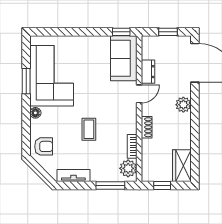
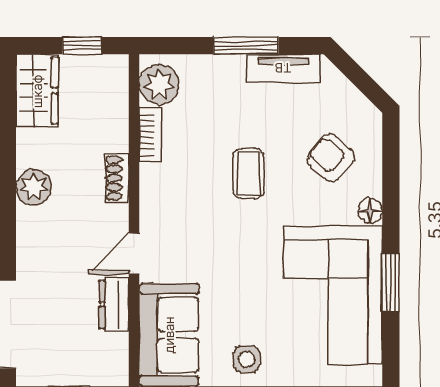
side table: (90, 47) -> (247, 359), added
plant: (183, 105) -> (34, 187), moved
armchair: (44, 146) -> (331, 158), moved, turned 41
window: (110, 185) -> (246, 46), moved

